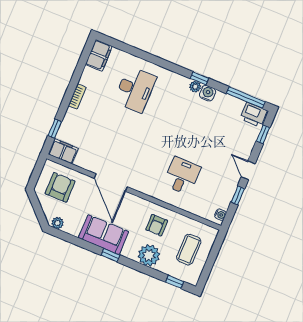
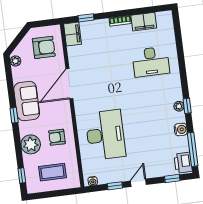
filing cabinet: (99, 55) -> (144, 22), moved
water cooler: (208, 93) -> (181, 129), moved
desk: (182, 176) -> (105, 135), width x1.87, depth x1.30

